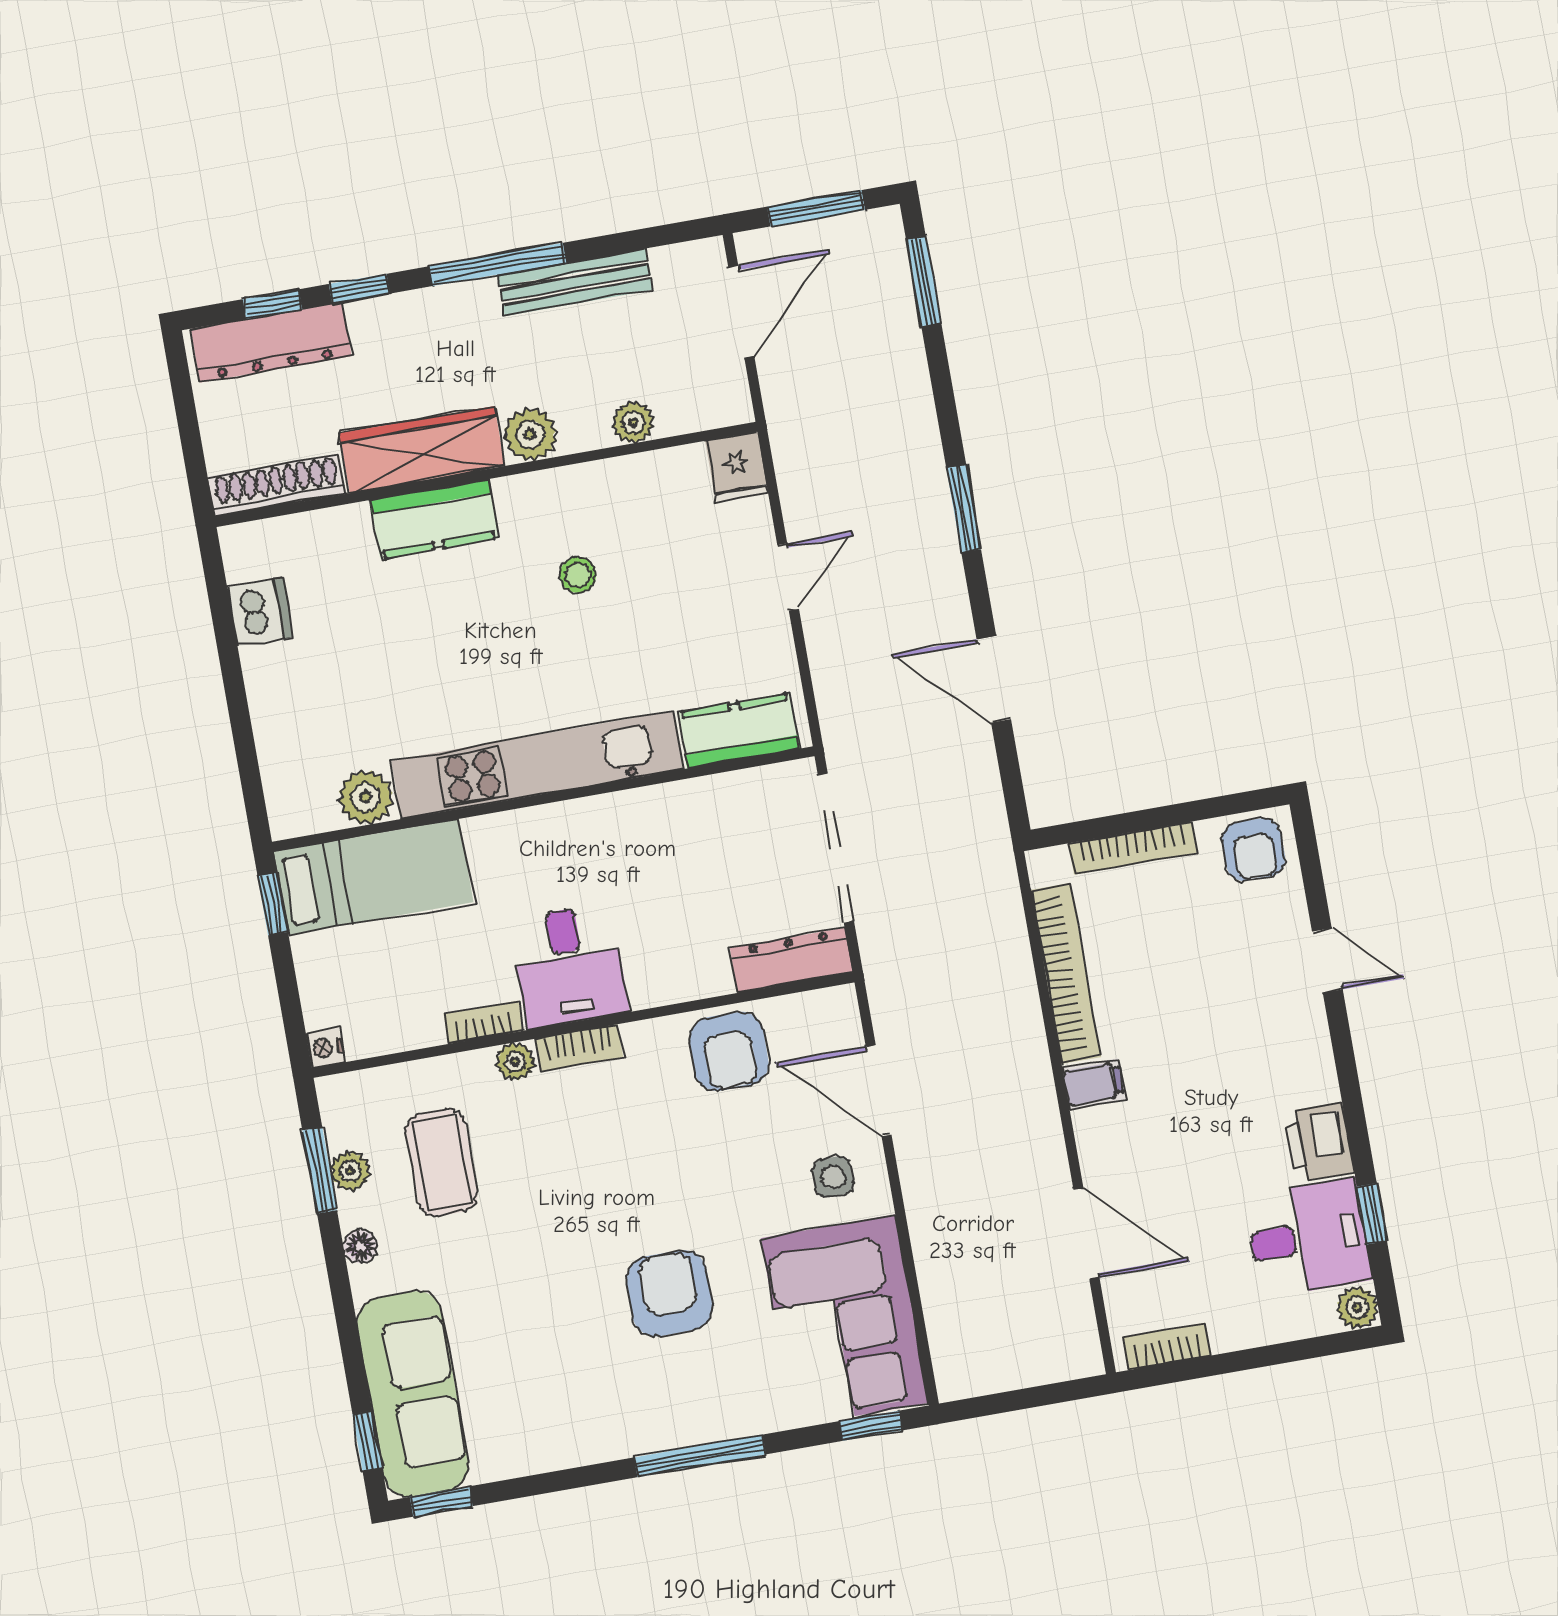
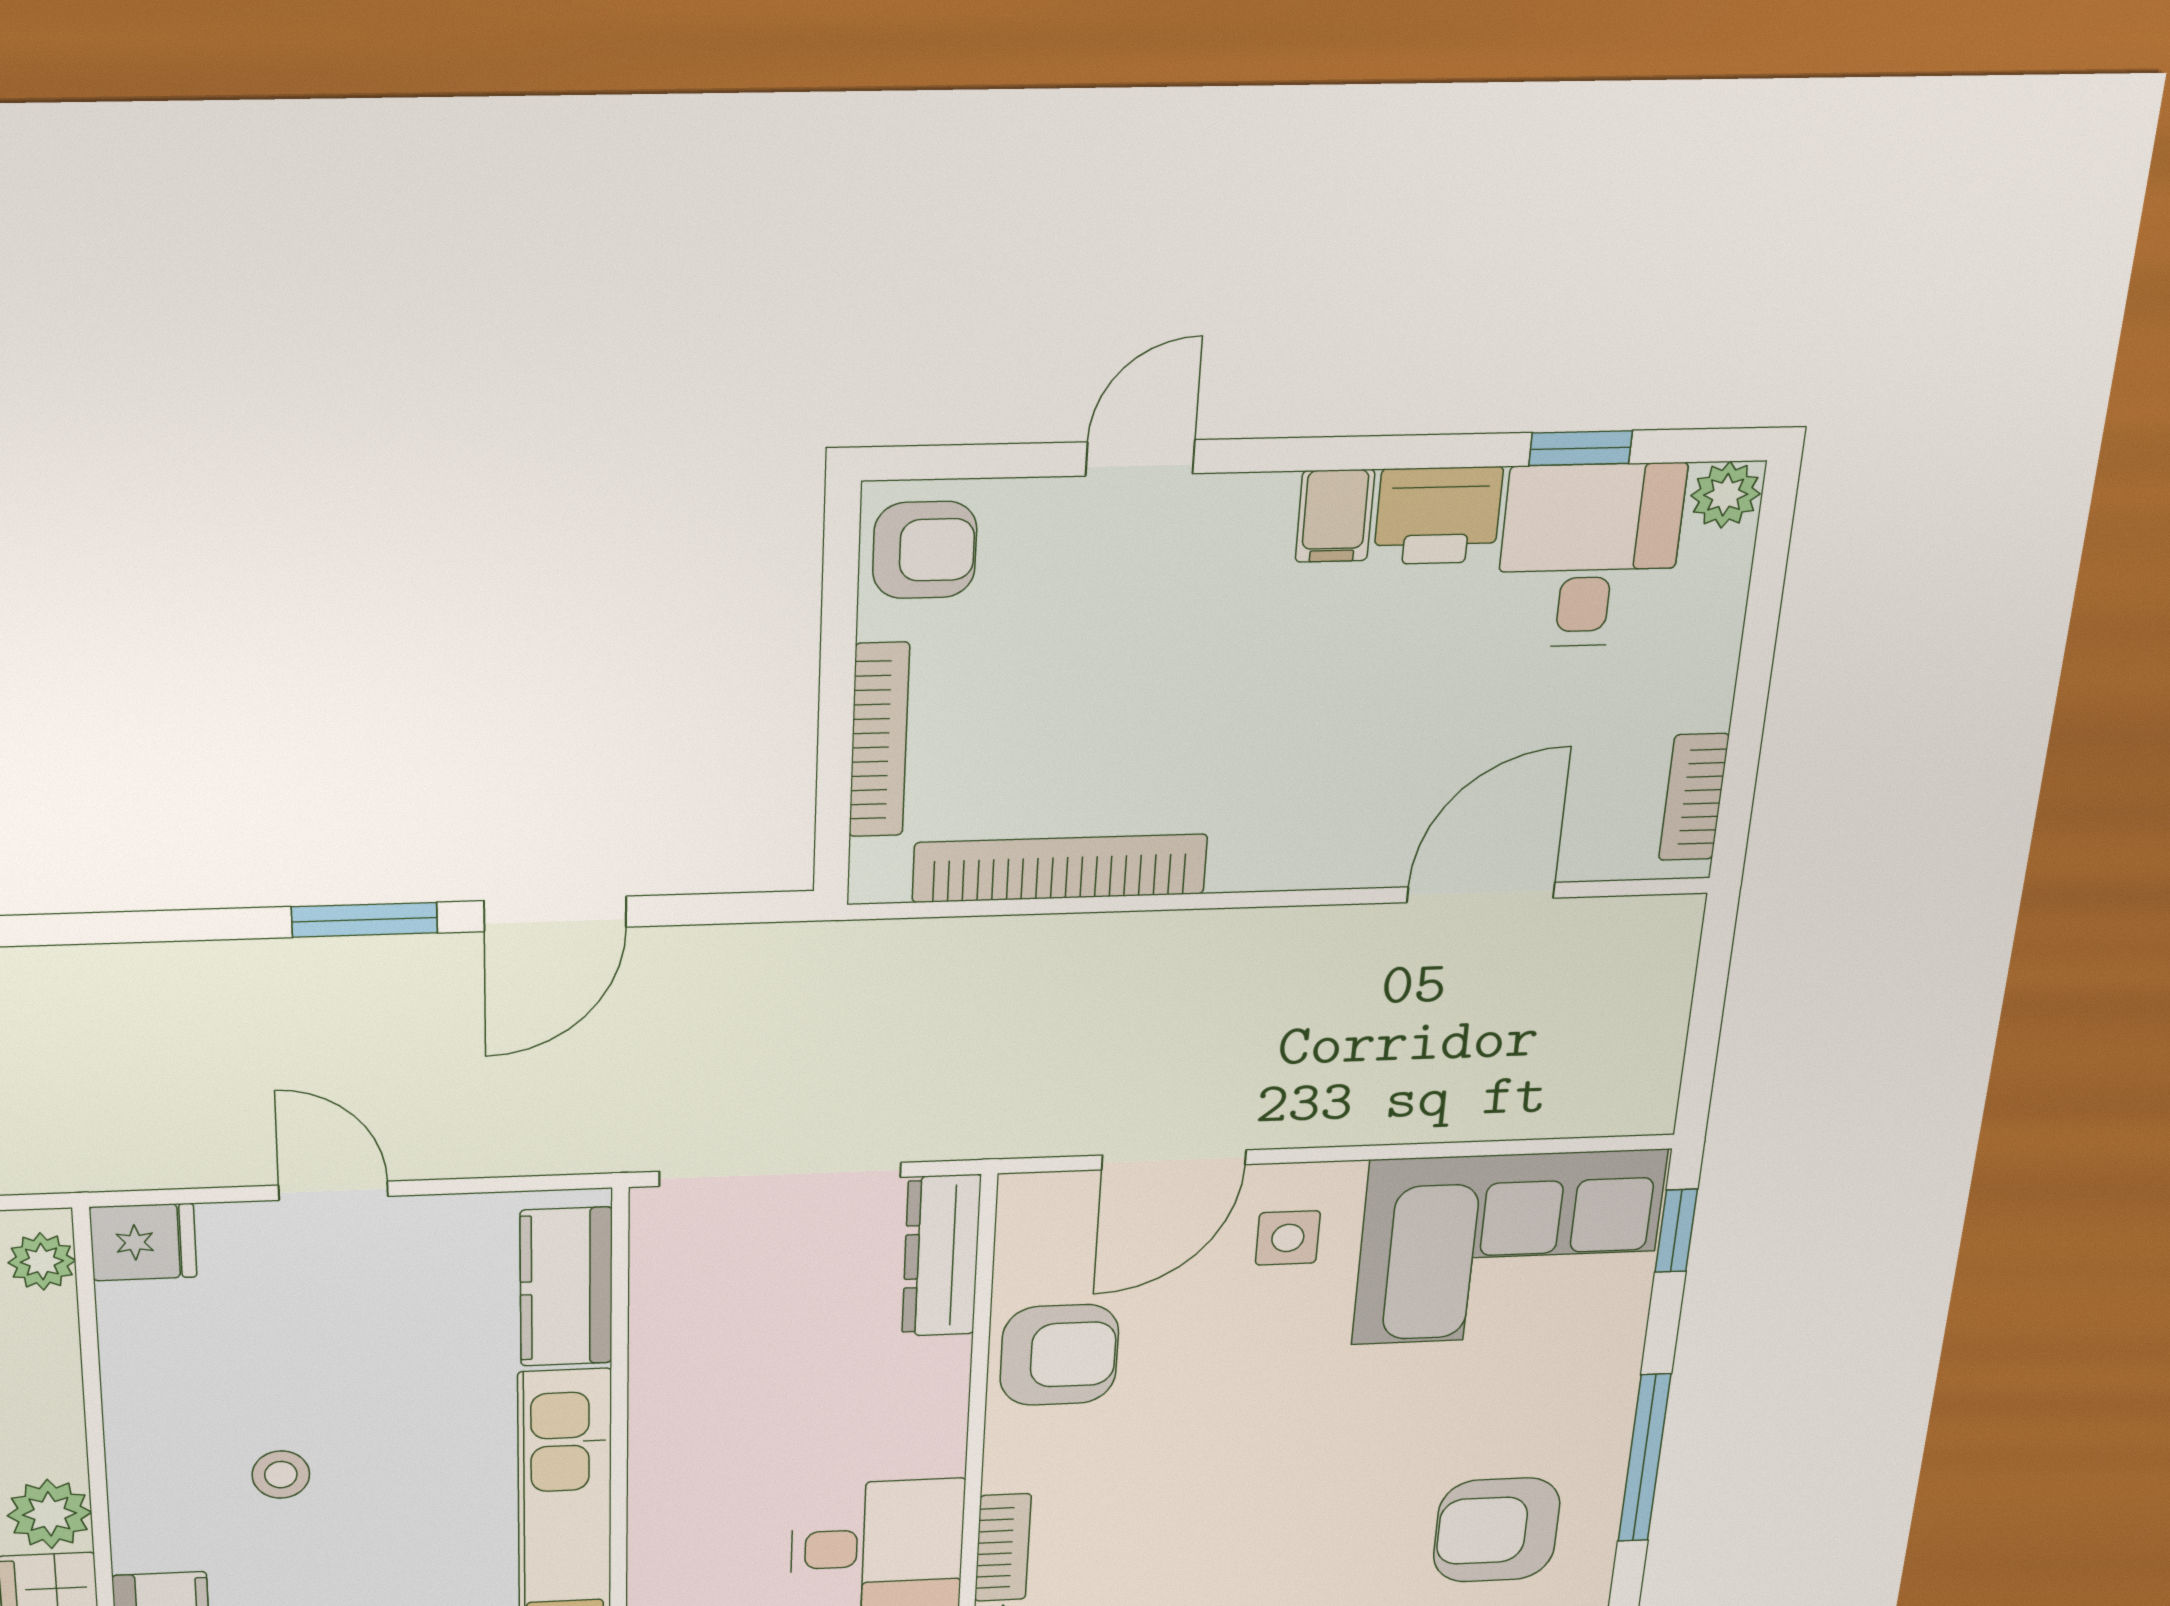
plant: (633, 422) -> (42, 1262), moved
window: (964, 509) -> (364, 920), moved
filing cabinet: (1094, 1084) -> (1335, 516), moved, turned 180
armchair: (669, 1293) -> (1497, 1530), moved

